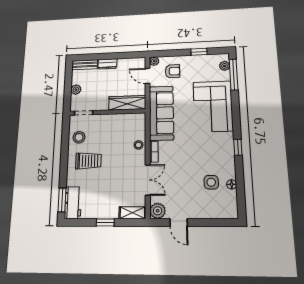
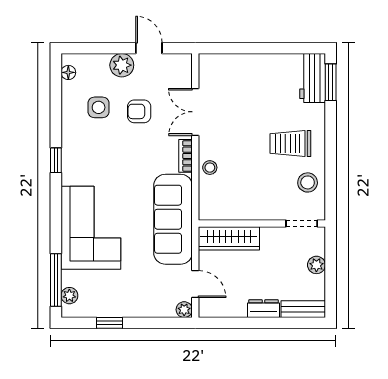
armchair: (173, 71) -> (139, 111), moved
floor lamp: (232, 184) -> (68, 72), moved
plant: (158, 211) -> (122, 65), moved
shelving: (132, 213) -> (219, 62), removed
window: (105, 222) -> (261, 48), removed

